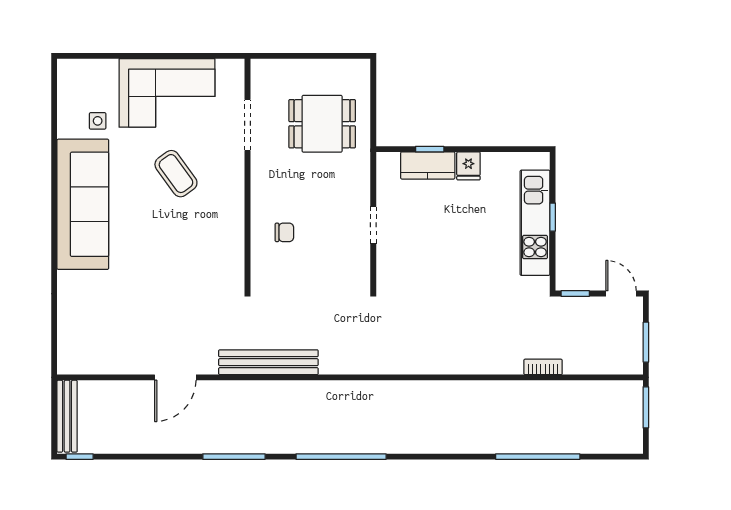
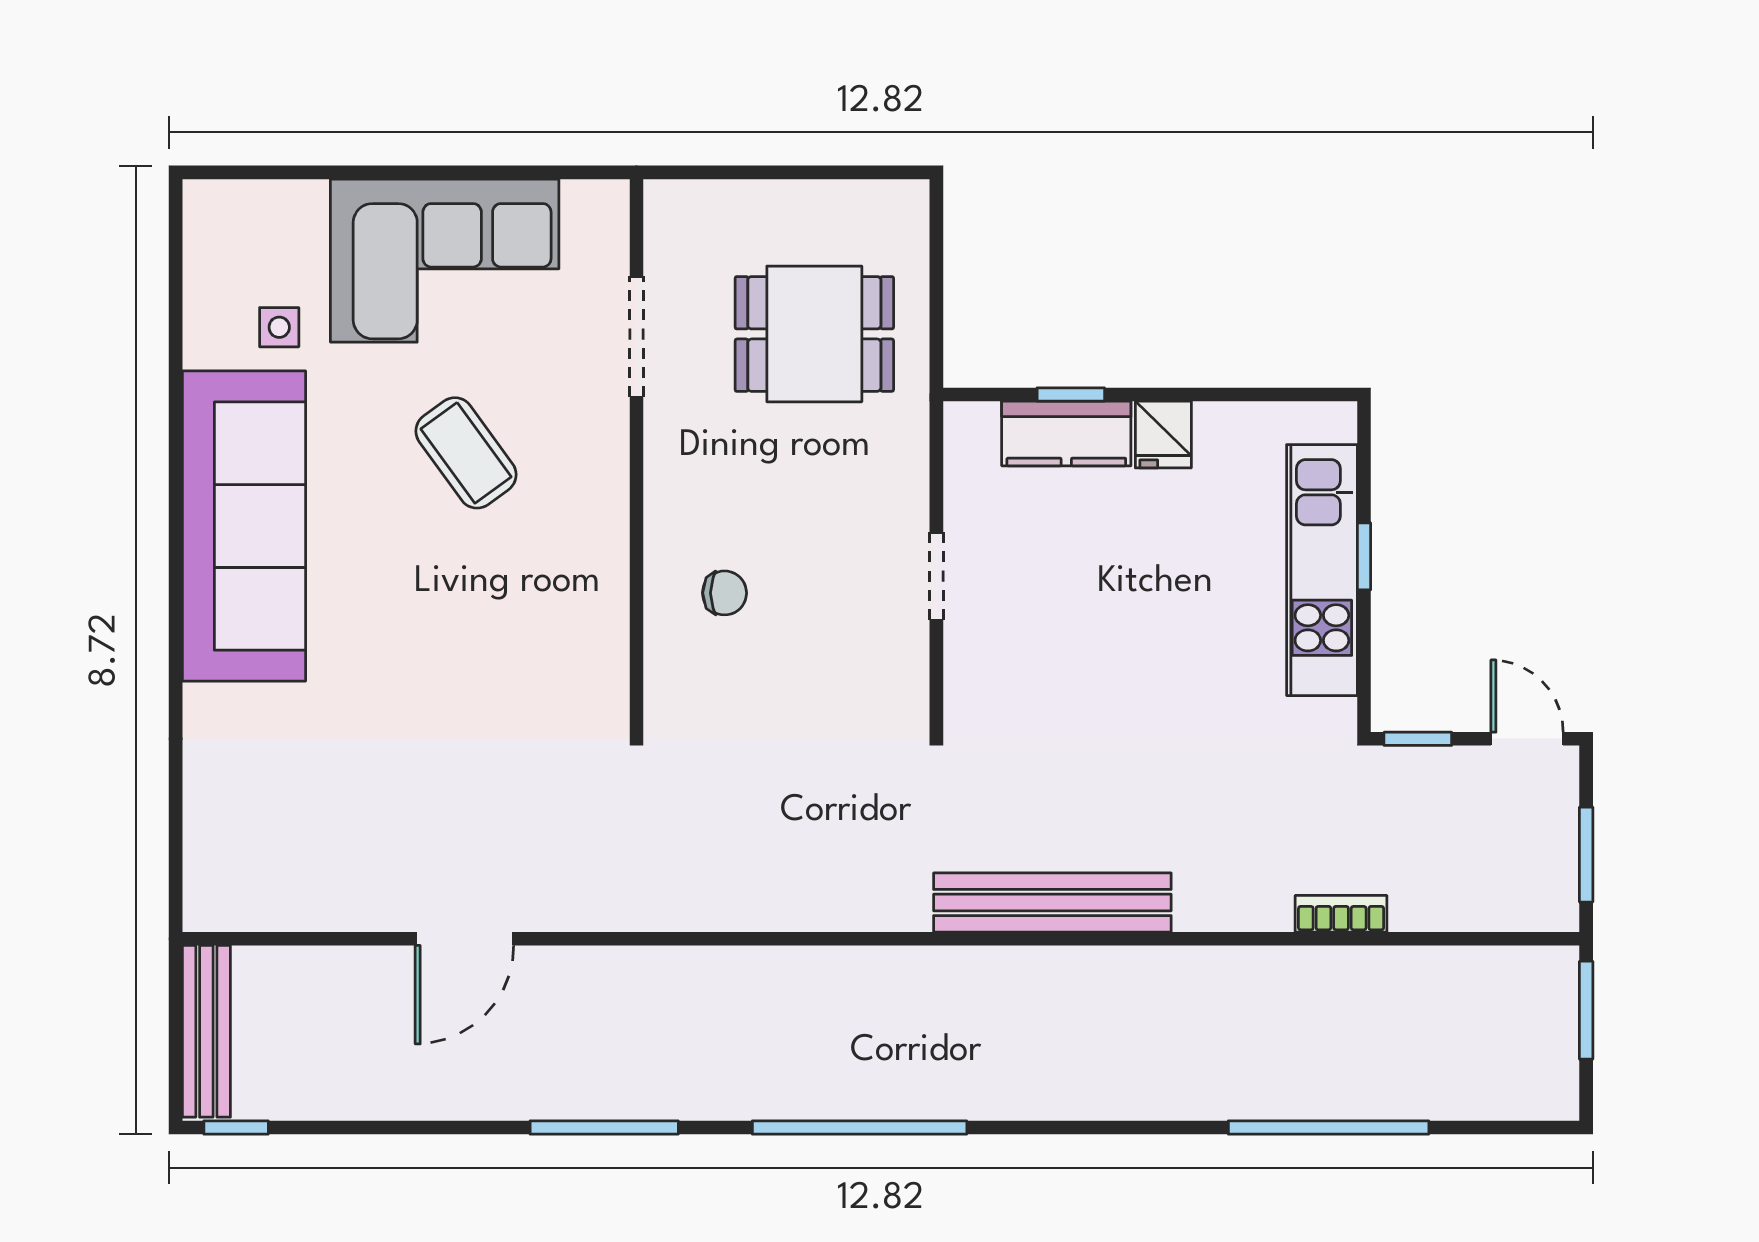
bench: (268, 362) -> (1052, 902), moved

